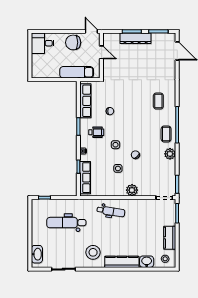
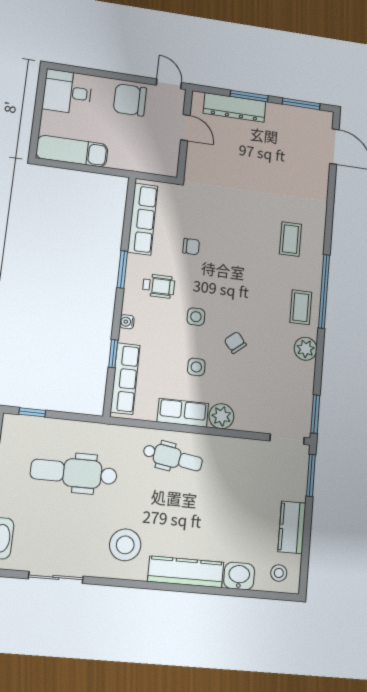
dresser: (136, 38) -> (235, 107), moved
exam couch: (77, 72) -> (72, 151), moved
row of seats: (114, 190) -> (183, 413), added

